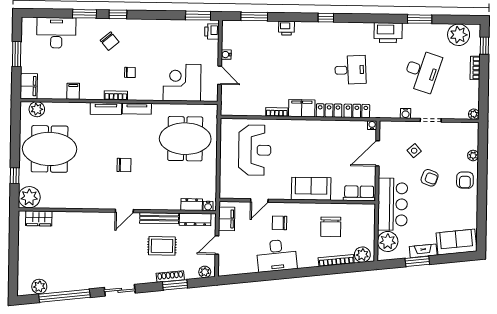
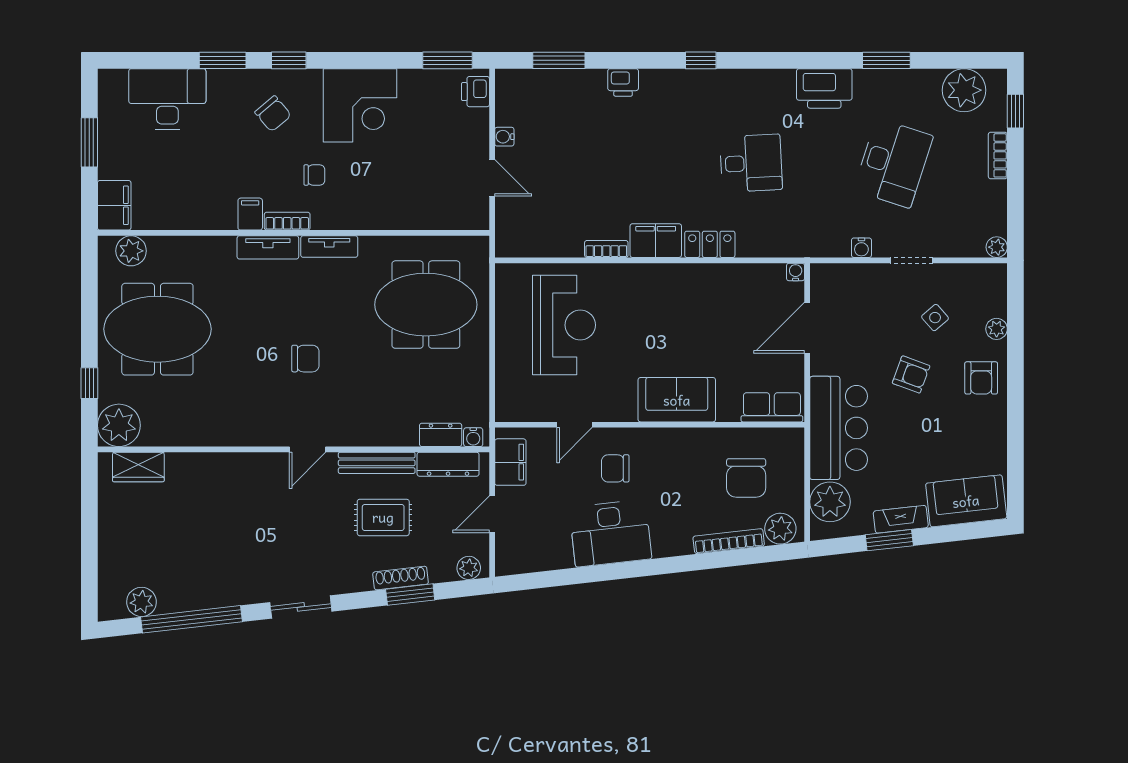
corner desk: (182, 83) -> (360, 105), moved, turned 180
filing cabinet: (73, 91) -> (250, 214), moved
locker: (357, 111) -> (765, 244), removed
side table: (414, 151) -> (935, 318), moved
chair: (331, 227) -> (746, 478), moved

